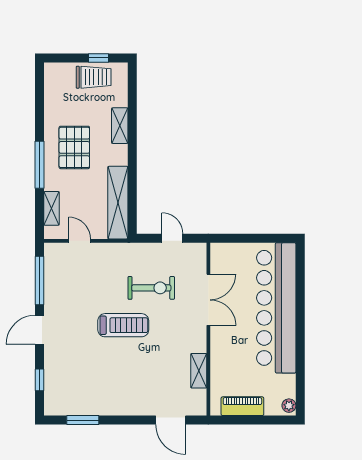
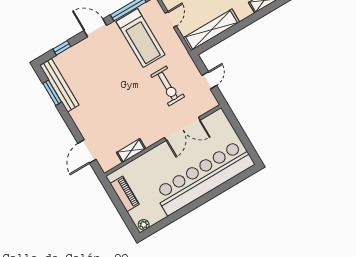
treadmill: (123, 325) -> (140, 38), moved, width x1.37, depth x1.38
bench: (79, 407) -> (59, 85), added

